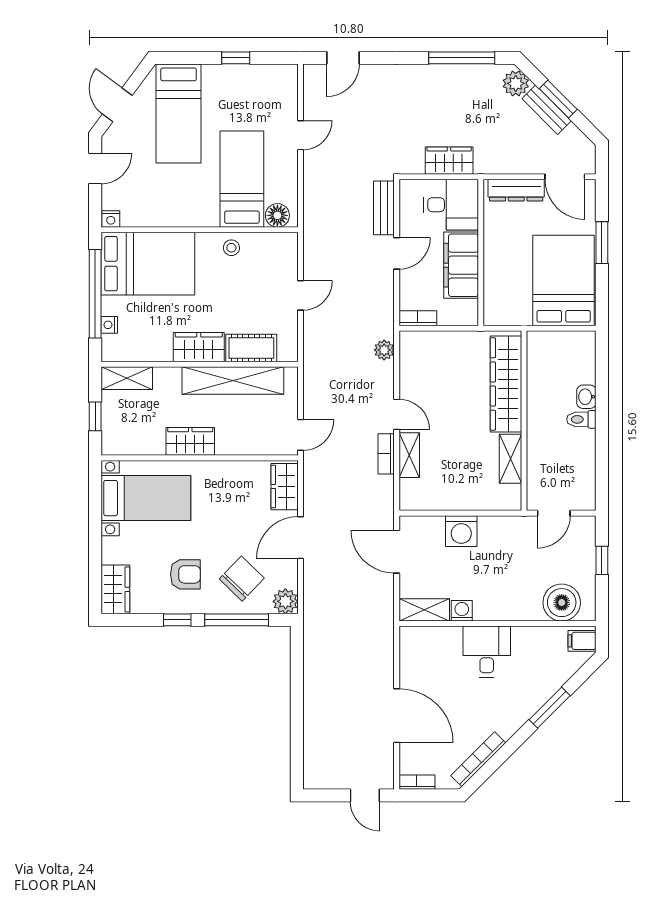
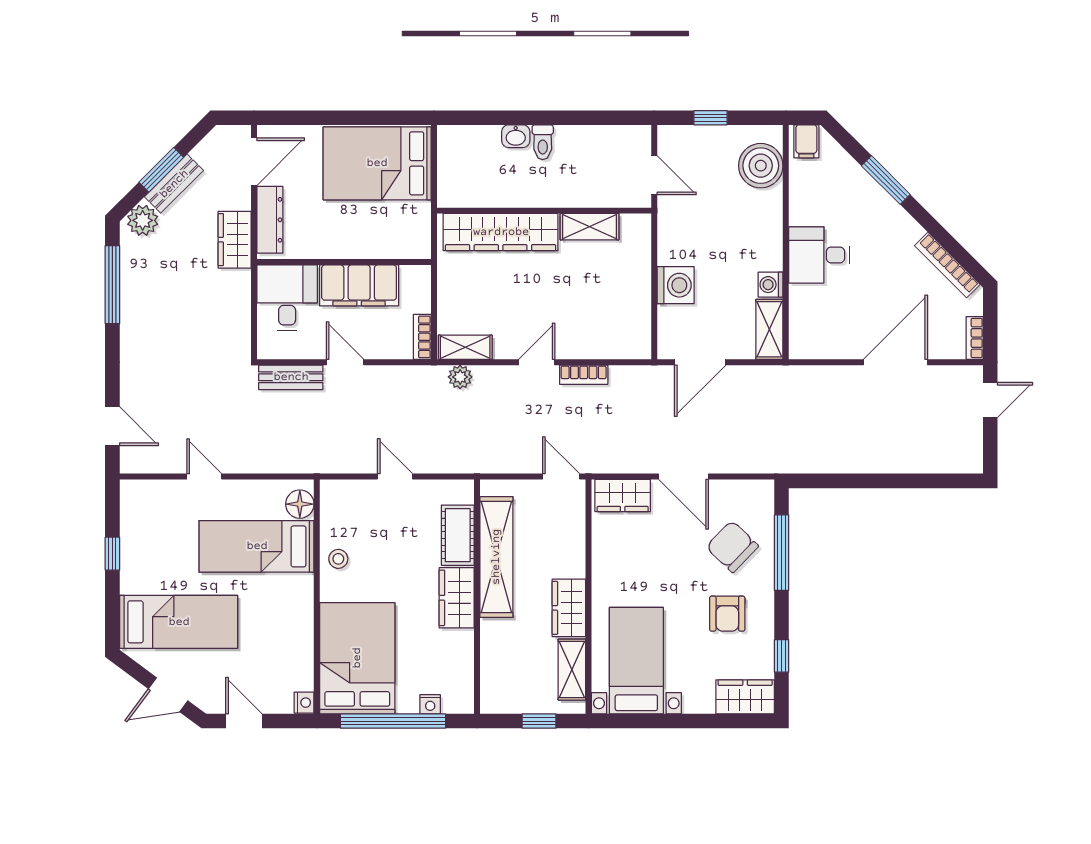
wardrobe: (449, 161) -> (235, 240), moved
window: (602, 243) -> (332, 118), removed
shelving: (127, 378) -> (572, 670), moved
shelving: (409, 455) -> (465, 347), moved
armchair: (185, 574) -> (727, 614), turned 180
plant: (285, 601) -> (759, 495), removed
window: (177, 620) -> (782, 656), moved

